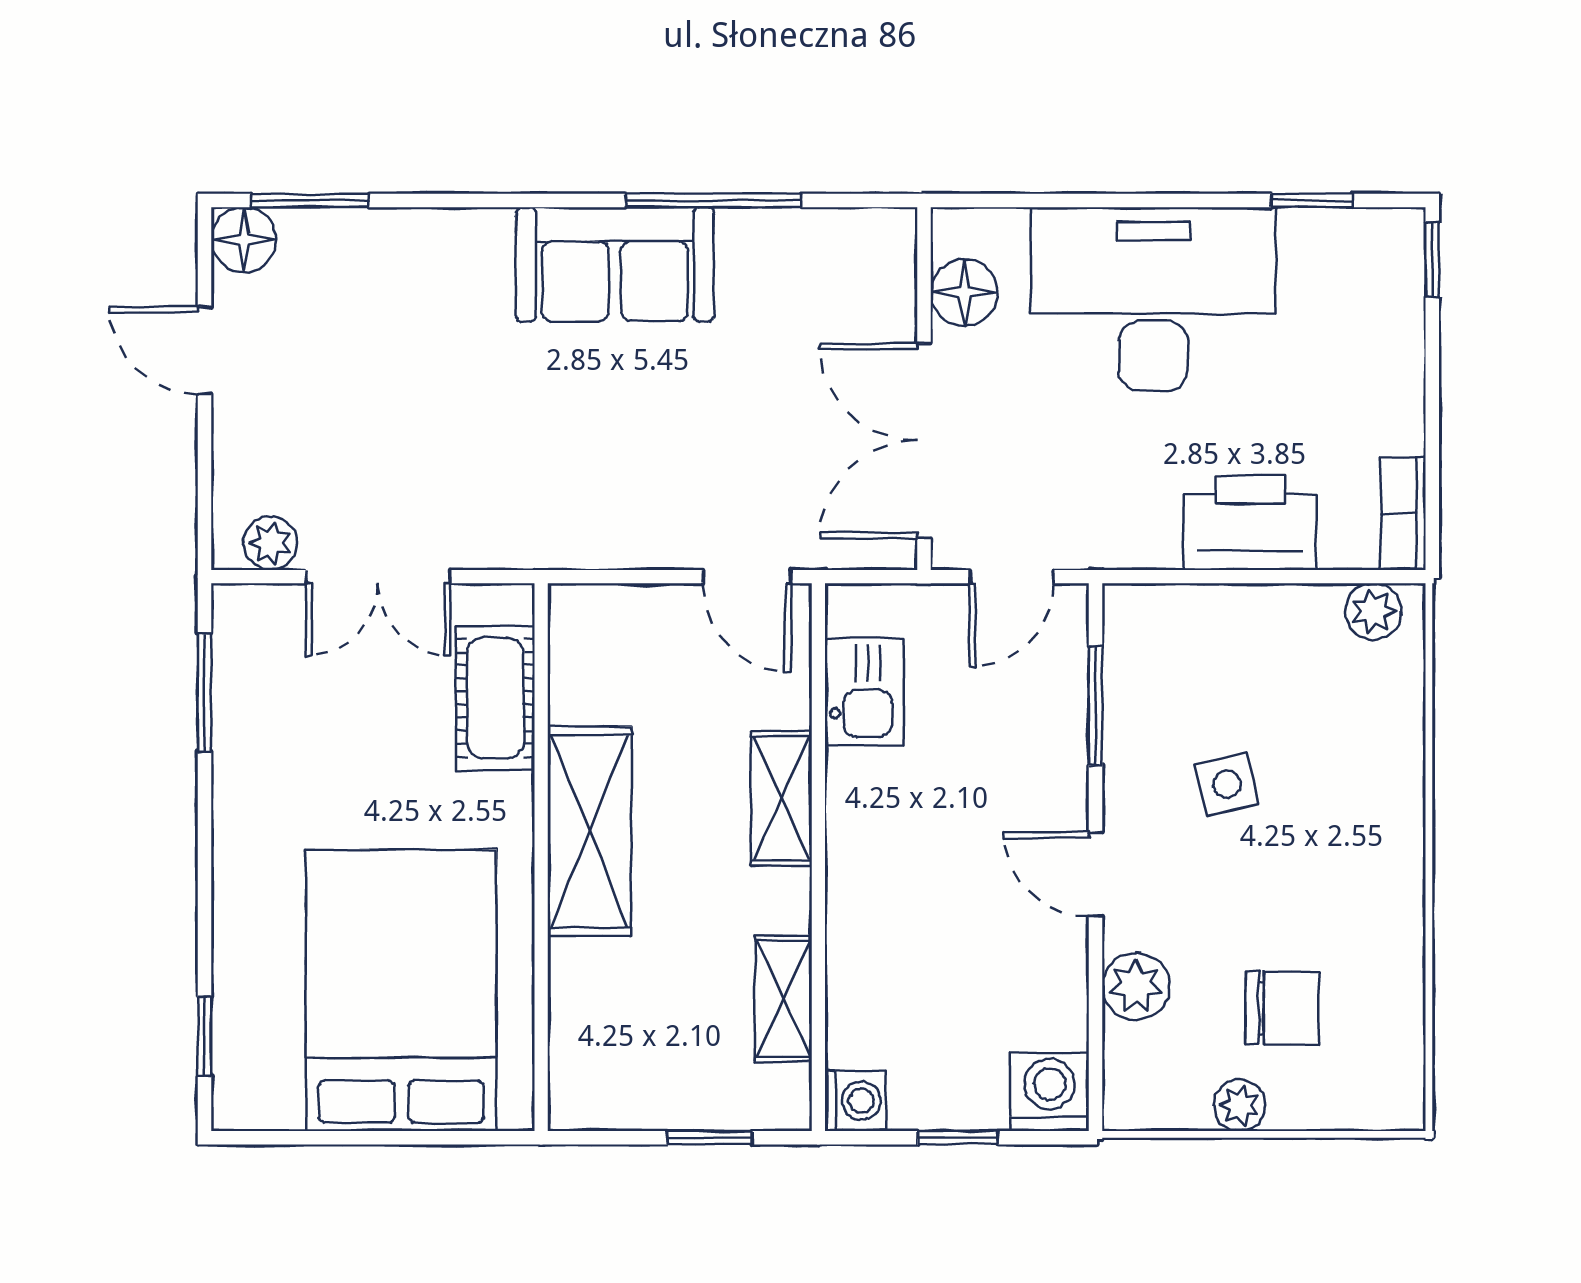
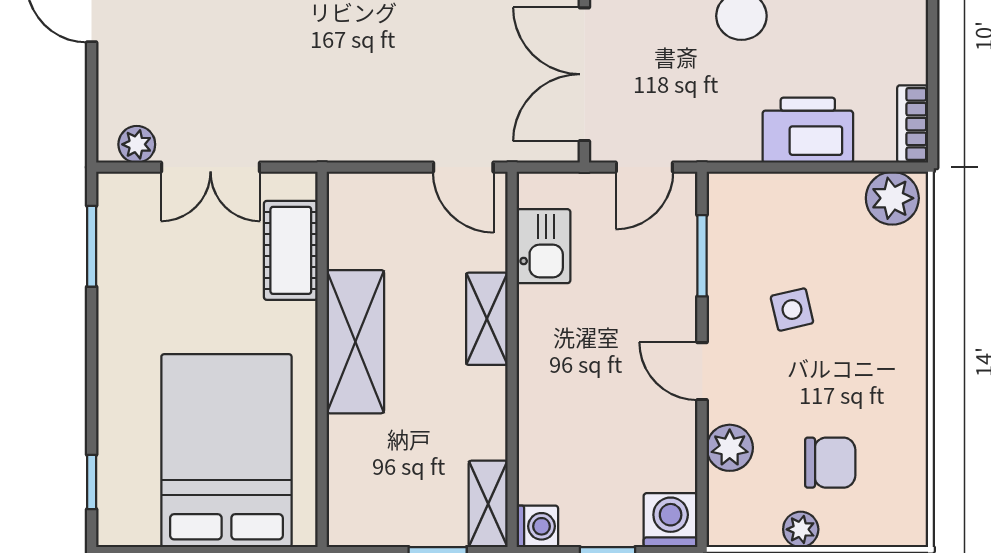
plant: (1373, 611) -> (892, 198), width x1.38, depth x1.38
shelving: (783, 999) -> (488, 504), moved

